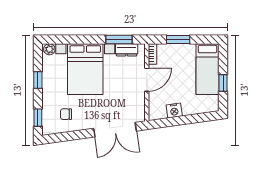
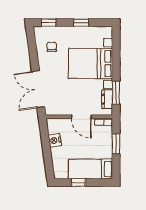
plant: (49, 49) -> (108, 32), removed

